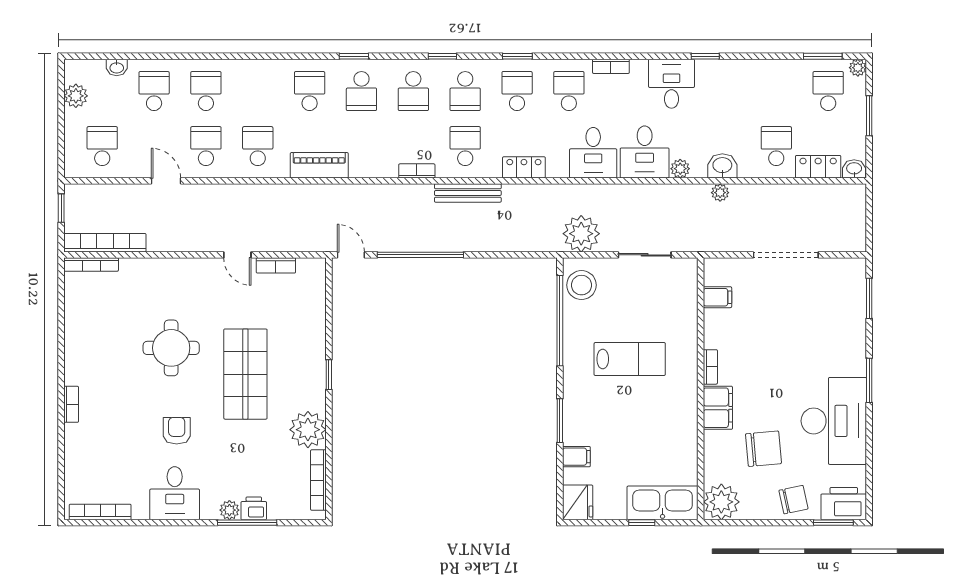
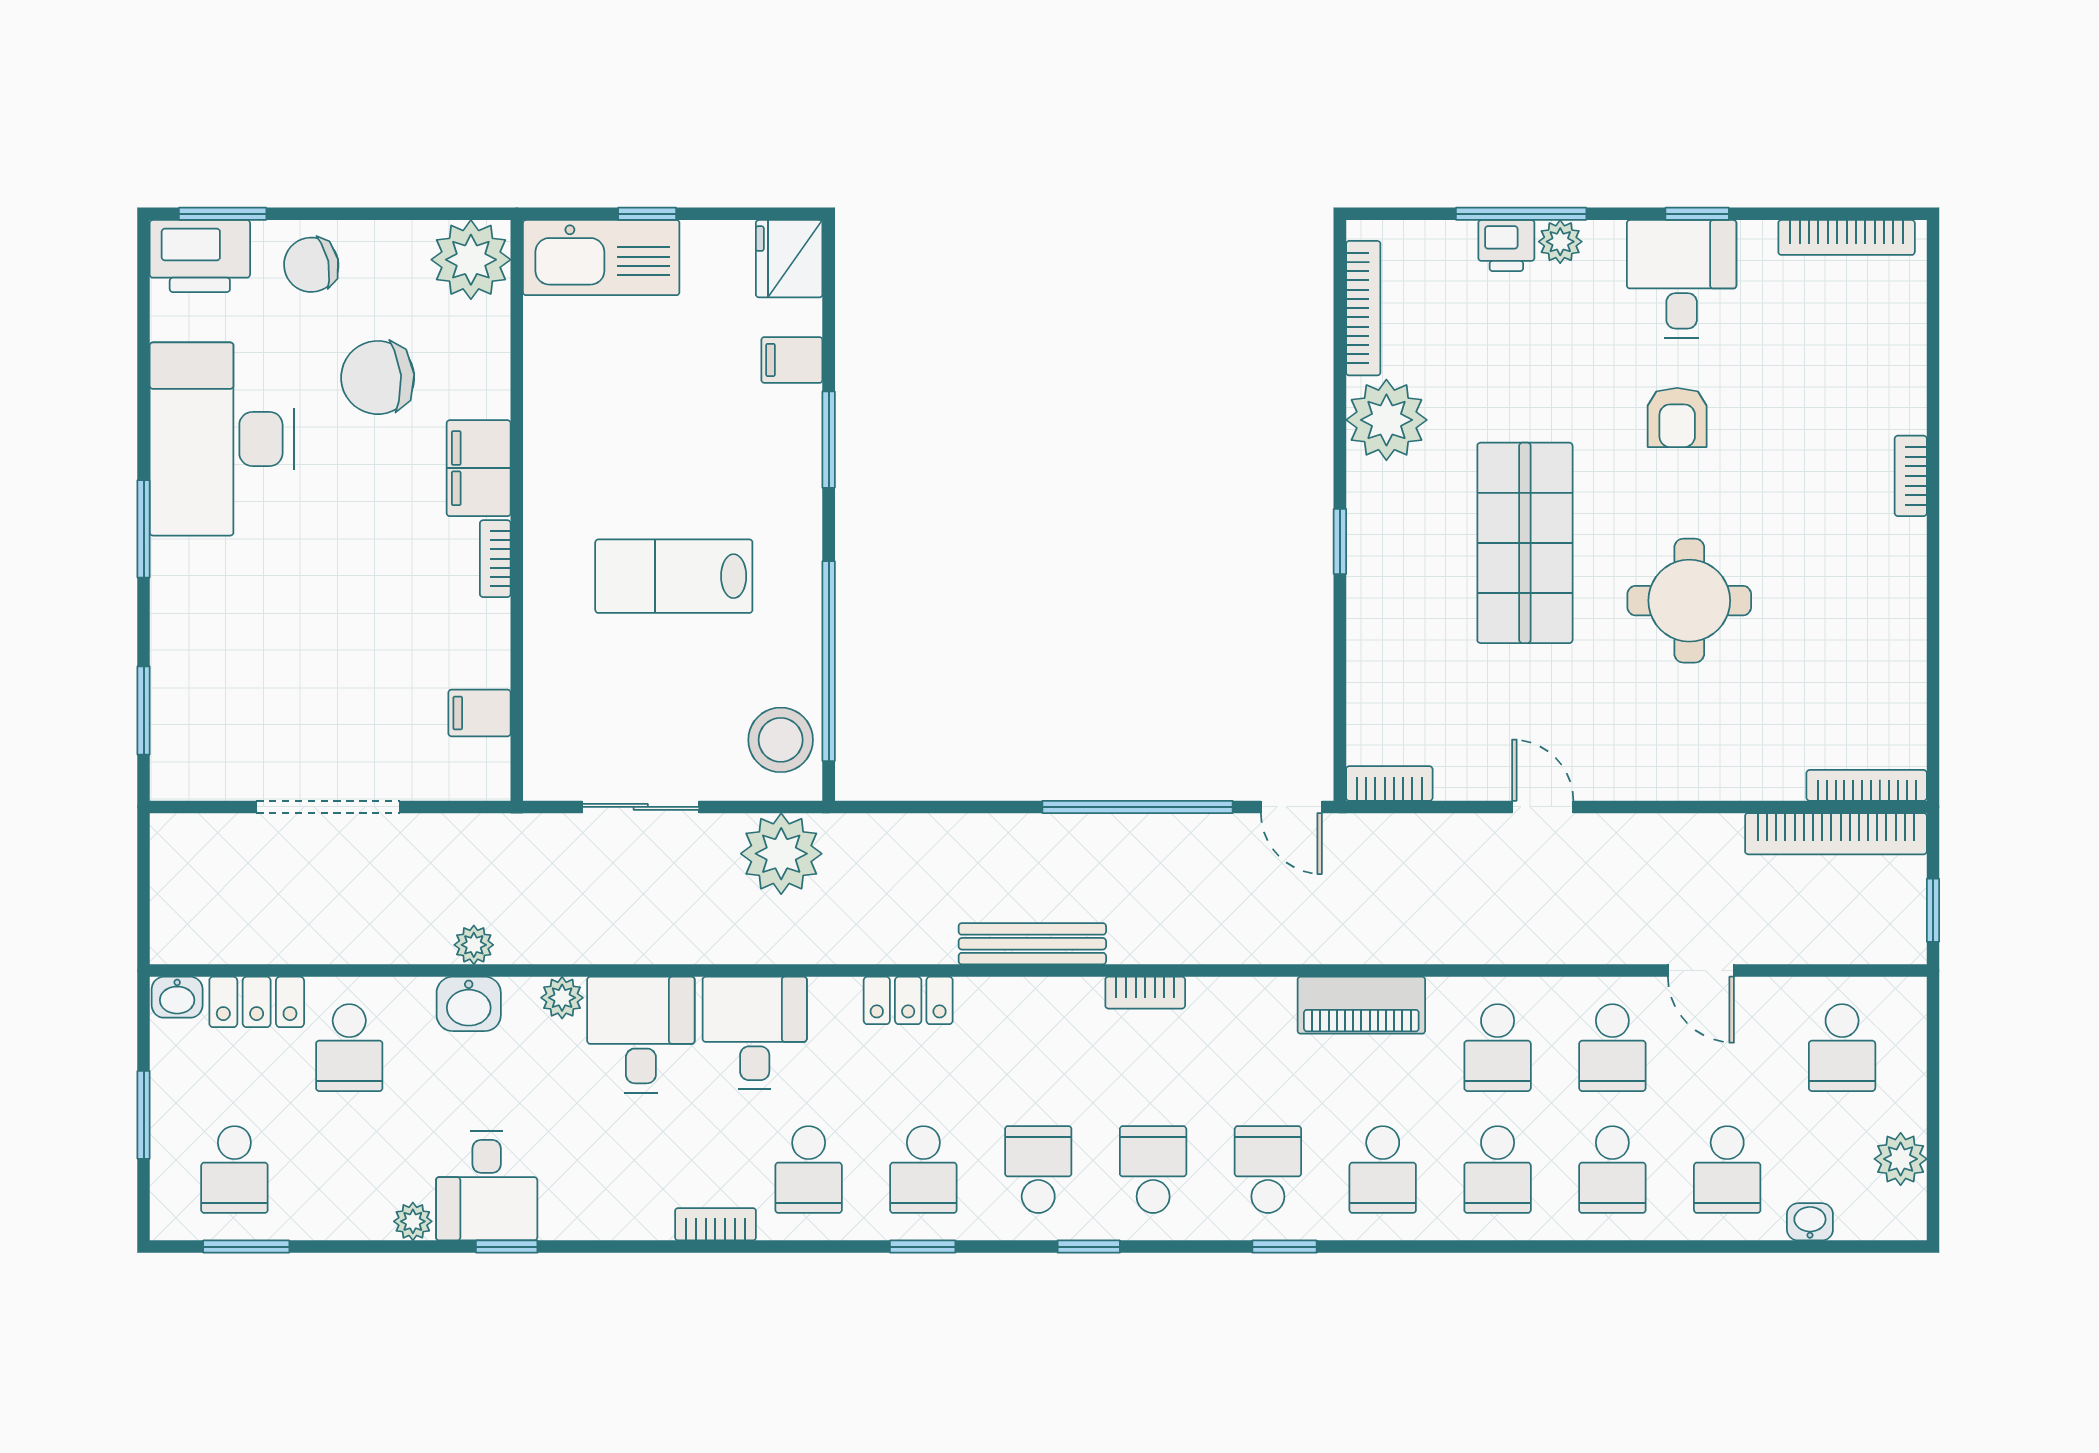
plant: (858, 68) -> (413, 1221), moved
desk: (672, 84) -> (487, 1186), moved
school desk: (465, 146) -> (1498, 1170), moved
bookcase: (276, 265) -> (1389, 783), moved
window: (168, 523) -> (1697, 214), added

